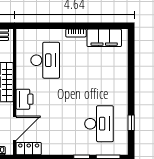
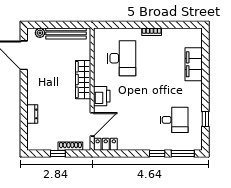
filing cabinet: (104, 38) -> (194, 64), moved, turned 90
desk: (99, 124) -> (174, 120), width x0.73

